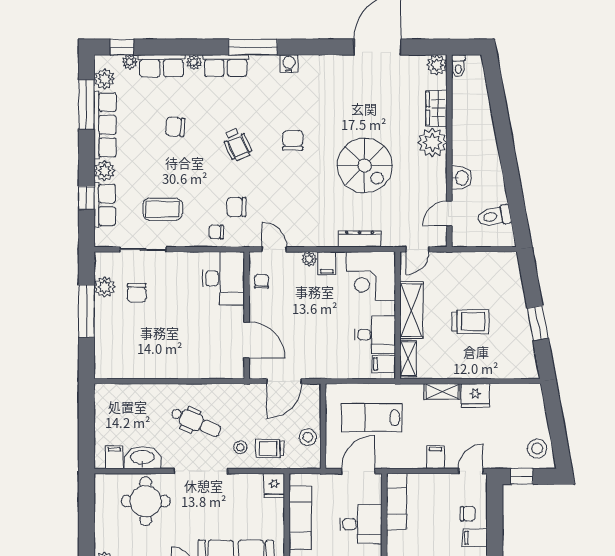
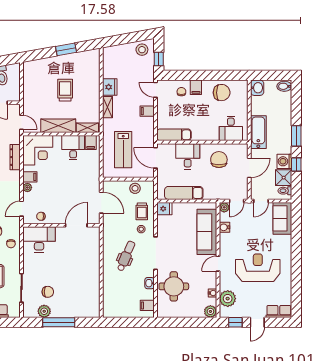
washbasin: (142, 458) -> (150, 283), width x0.52, depth x0.69

